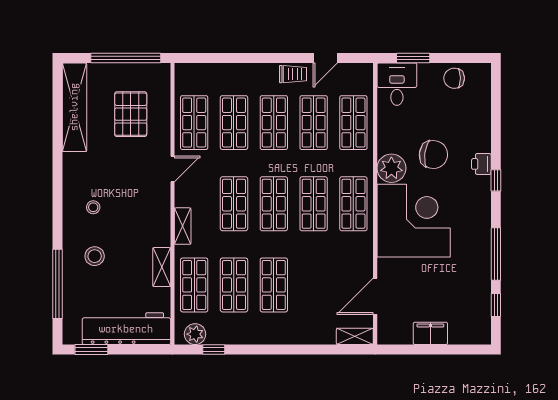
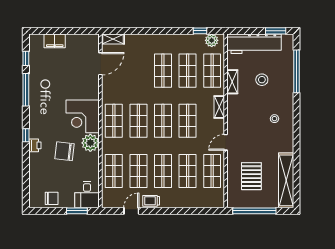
corner desk: (414, 221) -> (83, 116), width x0.74, depth x0.74
stool: (95, 256) -> (262, 80), moved
filing cabinet: (430, 333) -> (55, 41), moved

